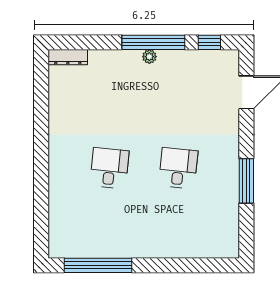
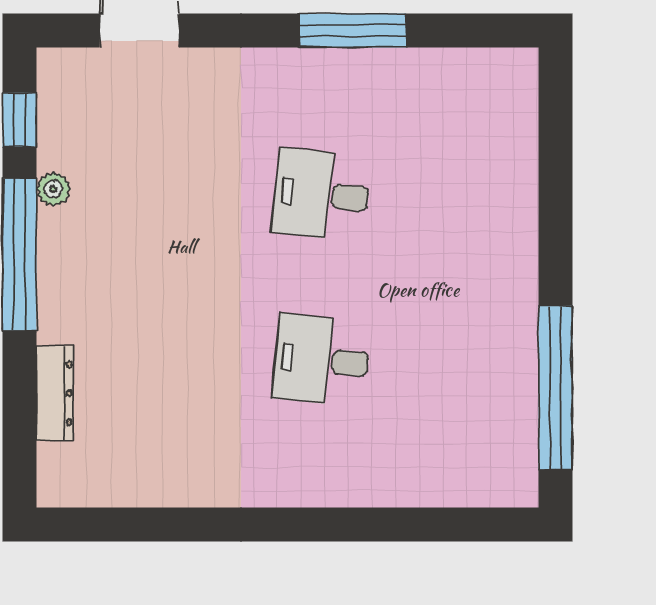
dresser: (68, 57) -> (55, 393), moved
plant: (149, 57) -> (53, 189), moved

